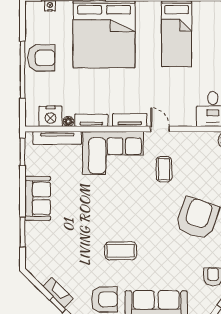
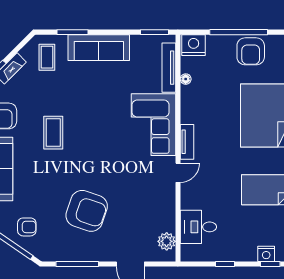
nightstand: (51, 116) -> (194, 45), moved, turned 90
tv unit: (91, 120) -> (187, 102), removed
coffee table: (164, 169) -> (47, 57), moved, turned 90
sofa: (38, 198) -> (99, 48), width x1.36

